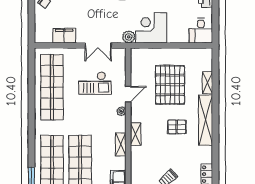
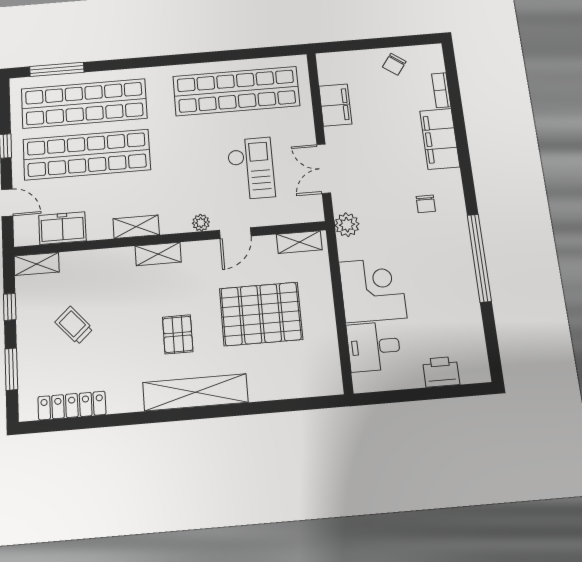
corner desk: (151, 28) -> (373, 290), moved
desk: (201, 31) -> (374, 347), moved
checkout: (95, 83) -> (251, 168), turned 180
shelving: (207, 83) -> (299, 242), moved
door: (128, 94) -> (235, 233), hinge flipped

